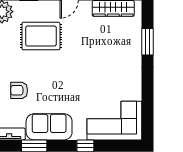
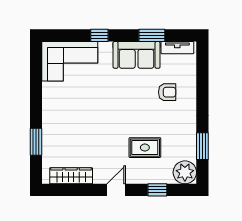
rug: (41, 36) -> (145, 148), width x0.73, depth x0.70

